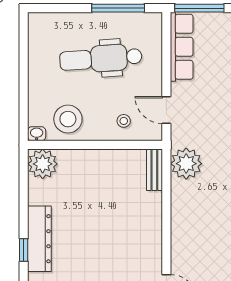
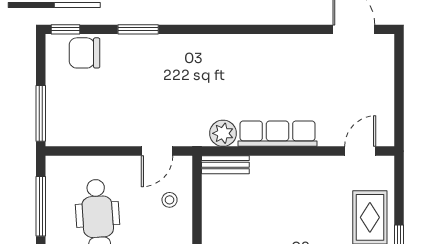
row of seats: (182, 47) -> (277, 134), moved
plant: (186, 164) -> (223, 133), width x0.73, depth x0.73

